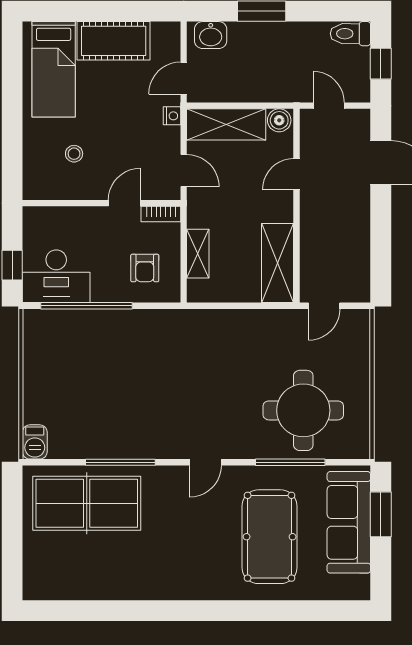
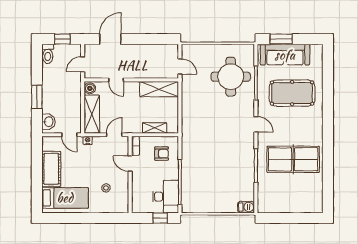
table tennis table: (87, 503) -> (293, 159), moved, turned 90

